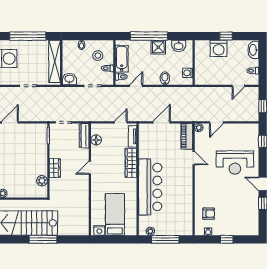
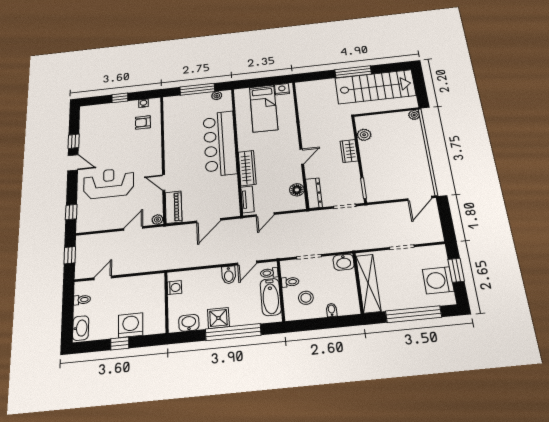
bidet: (165, 78) -> (229, 275), moved

